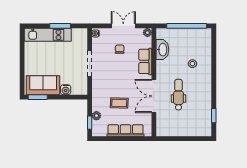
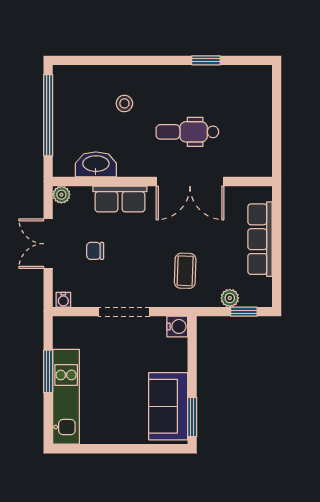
water cooler: (66, 90) -> (177, 326), moved
coffee table: (119, 103) -> (185, 271), moved
window: (214, 116) -> (206, 60), moved

